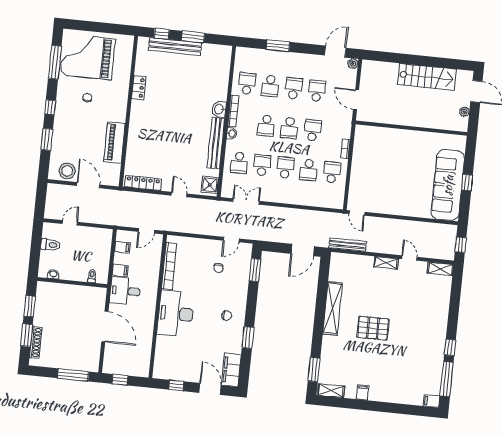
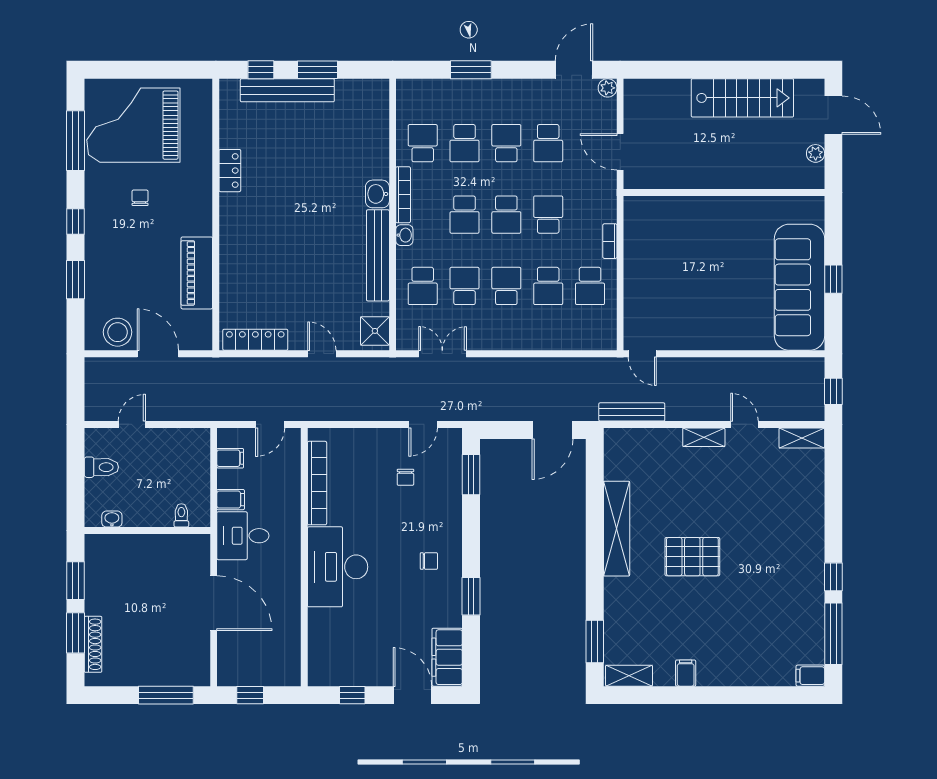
school desk: (317, 91) -> (548, 143), turned 180
school desk: (332, 172) -> (590, 286), turned 180

